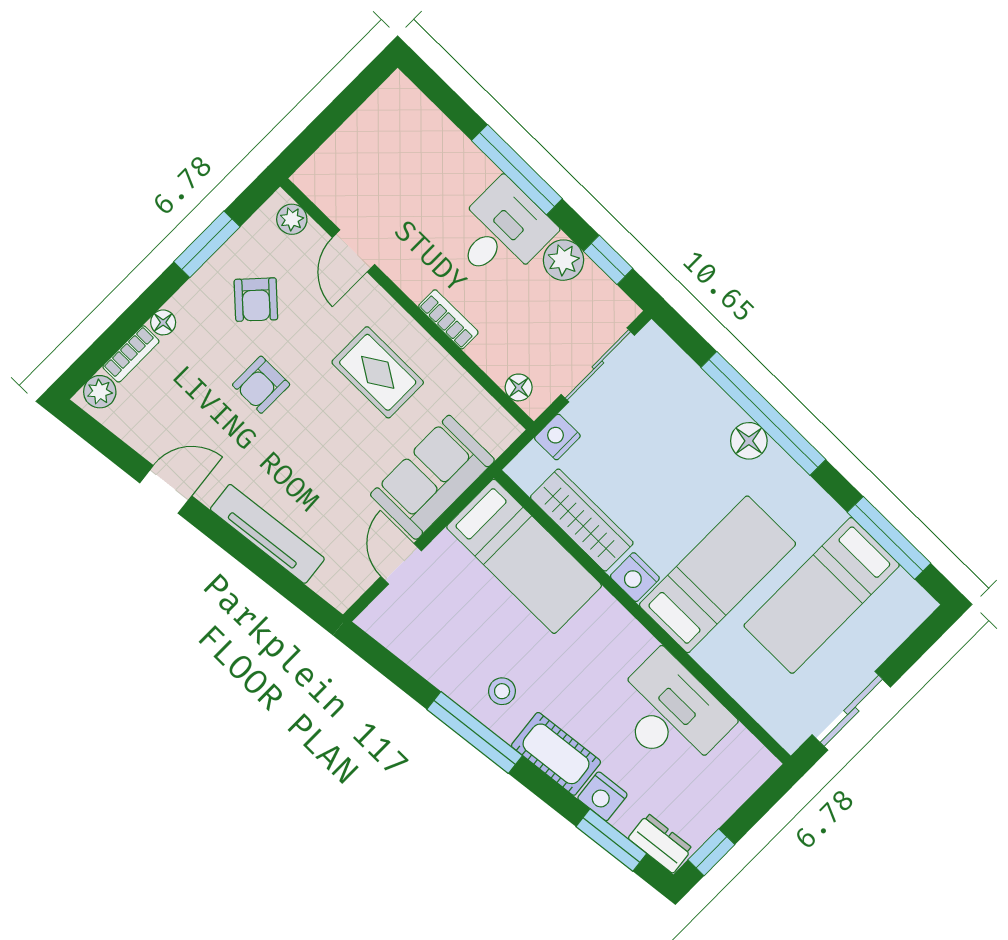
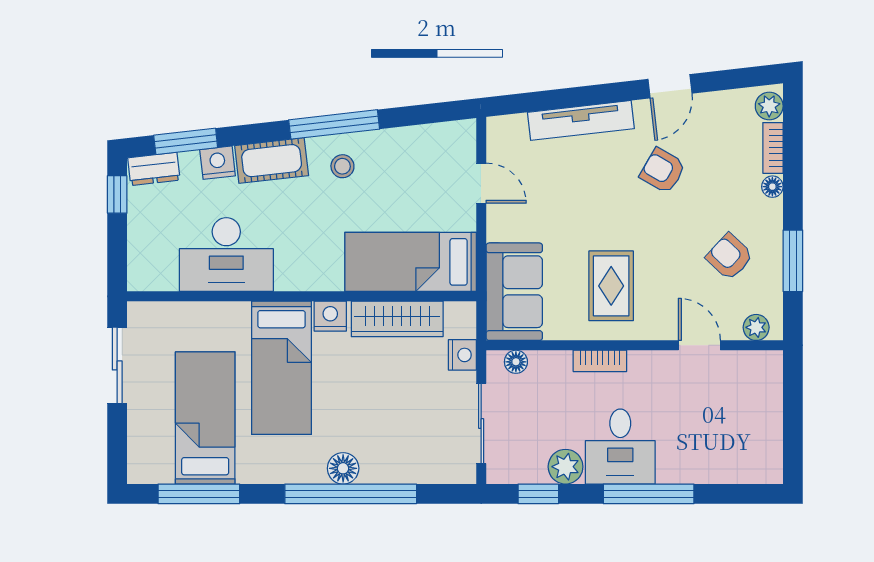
rug: (378, 372) -> (611, 286), turned 90
armchair: (261, 385) -> (663, 171), moved, turned -60
sofa: (432, 477) -> (514, 292), moved

